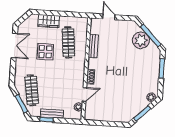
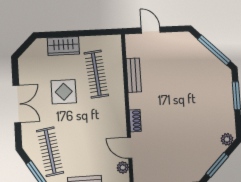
plant: (141, 40) -> (201, 59), removed
double door: (14, 46) -> (17, 104), moved
door: (84, 94) -> (130, 148), swing flipped

